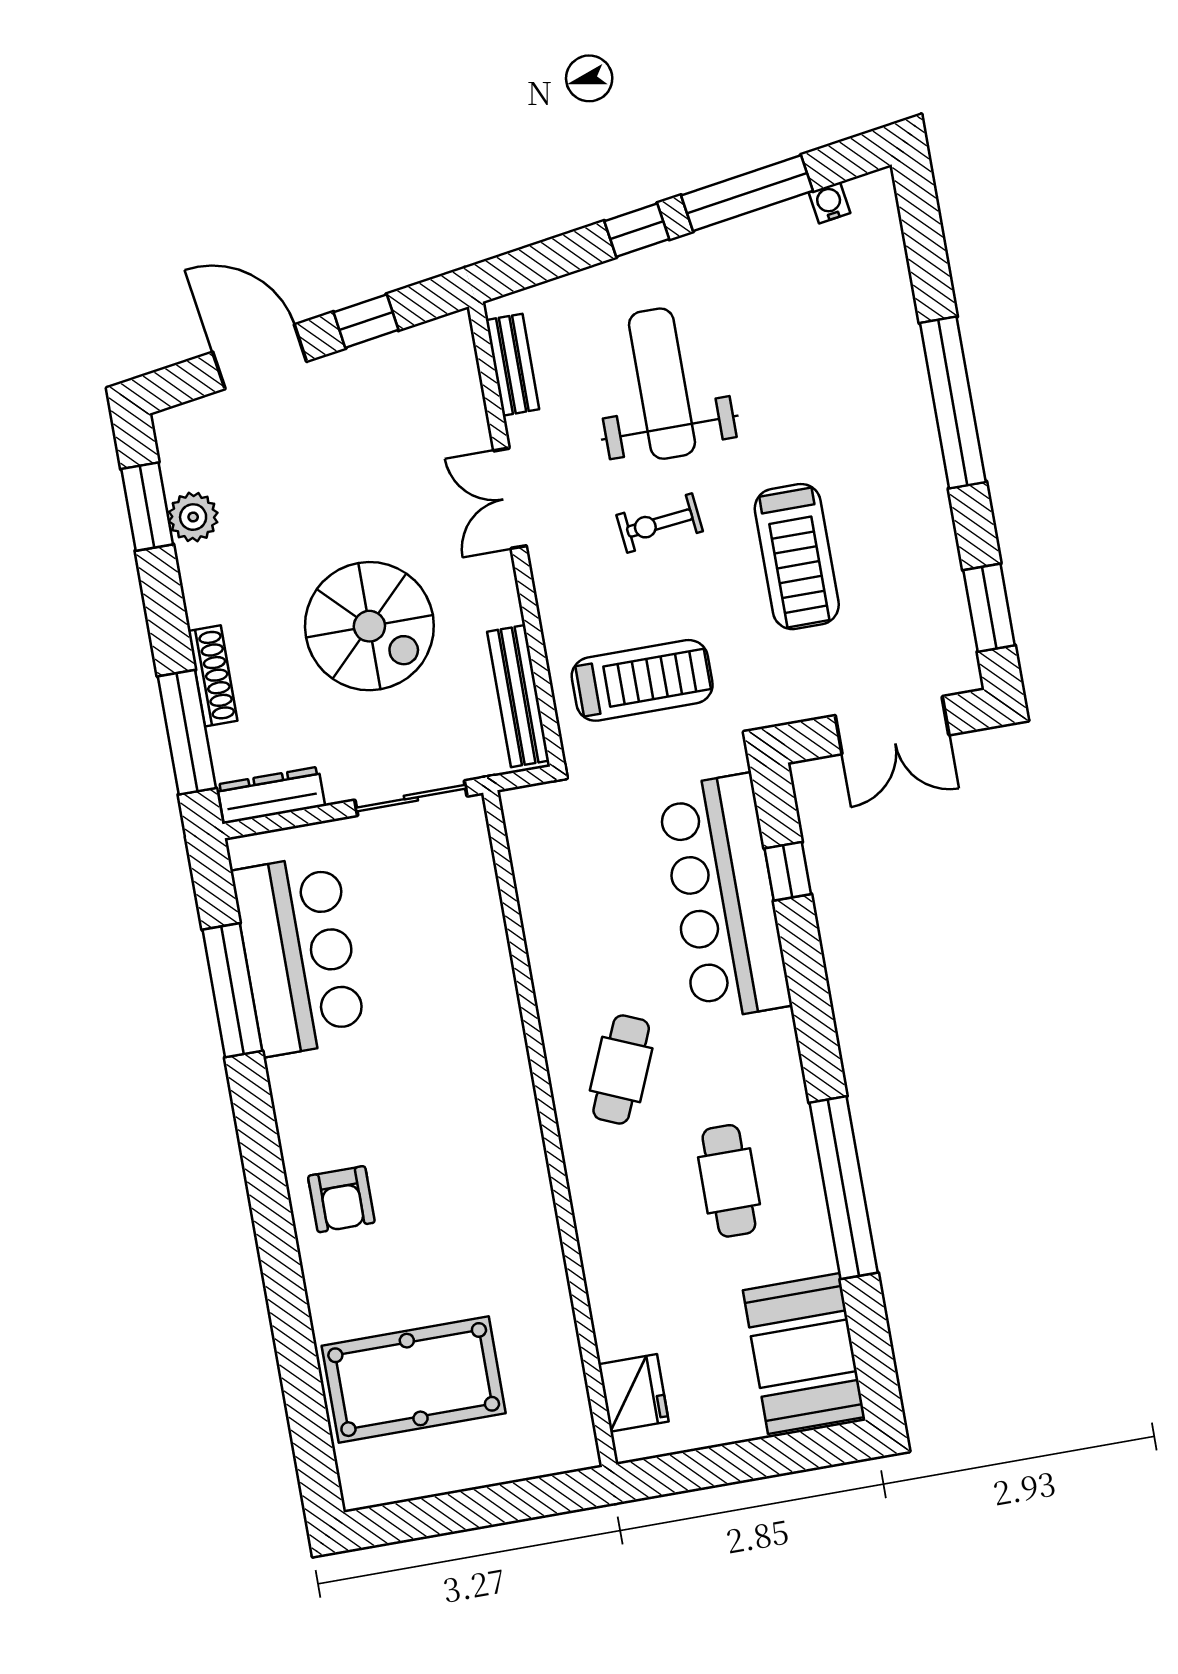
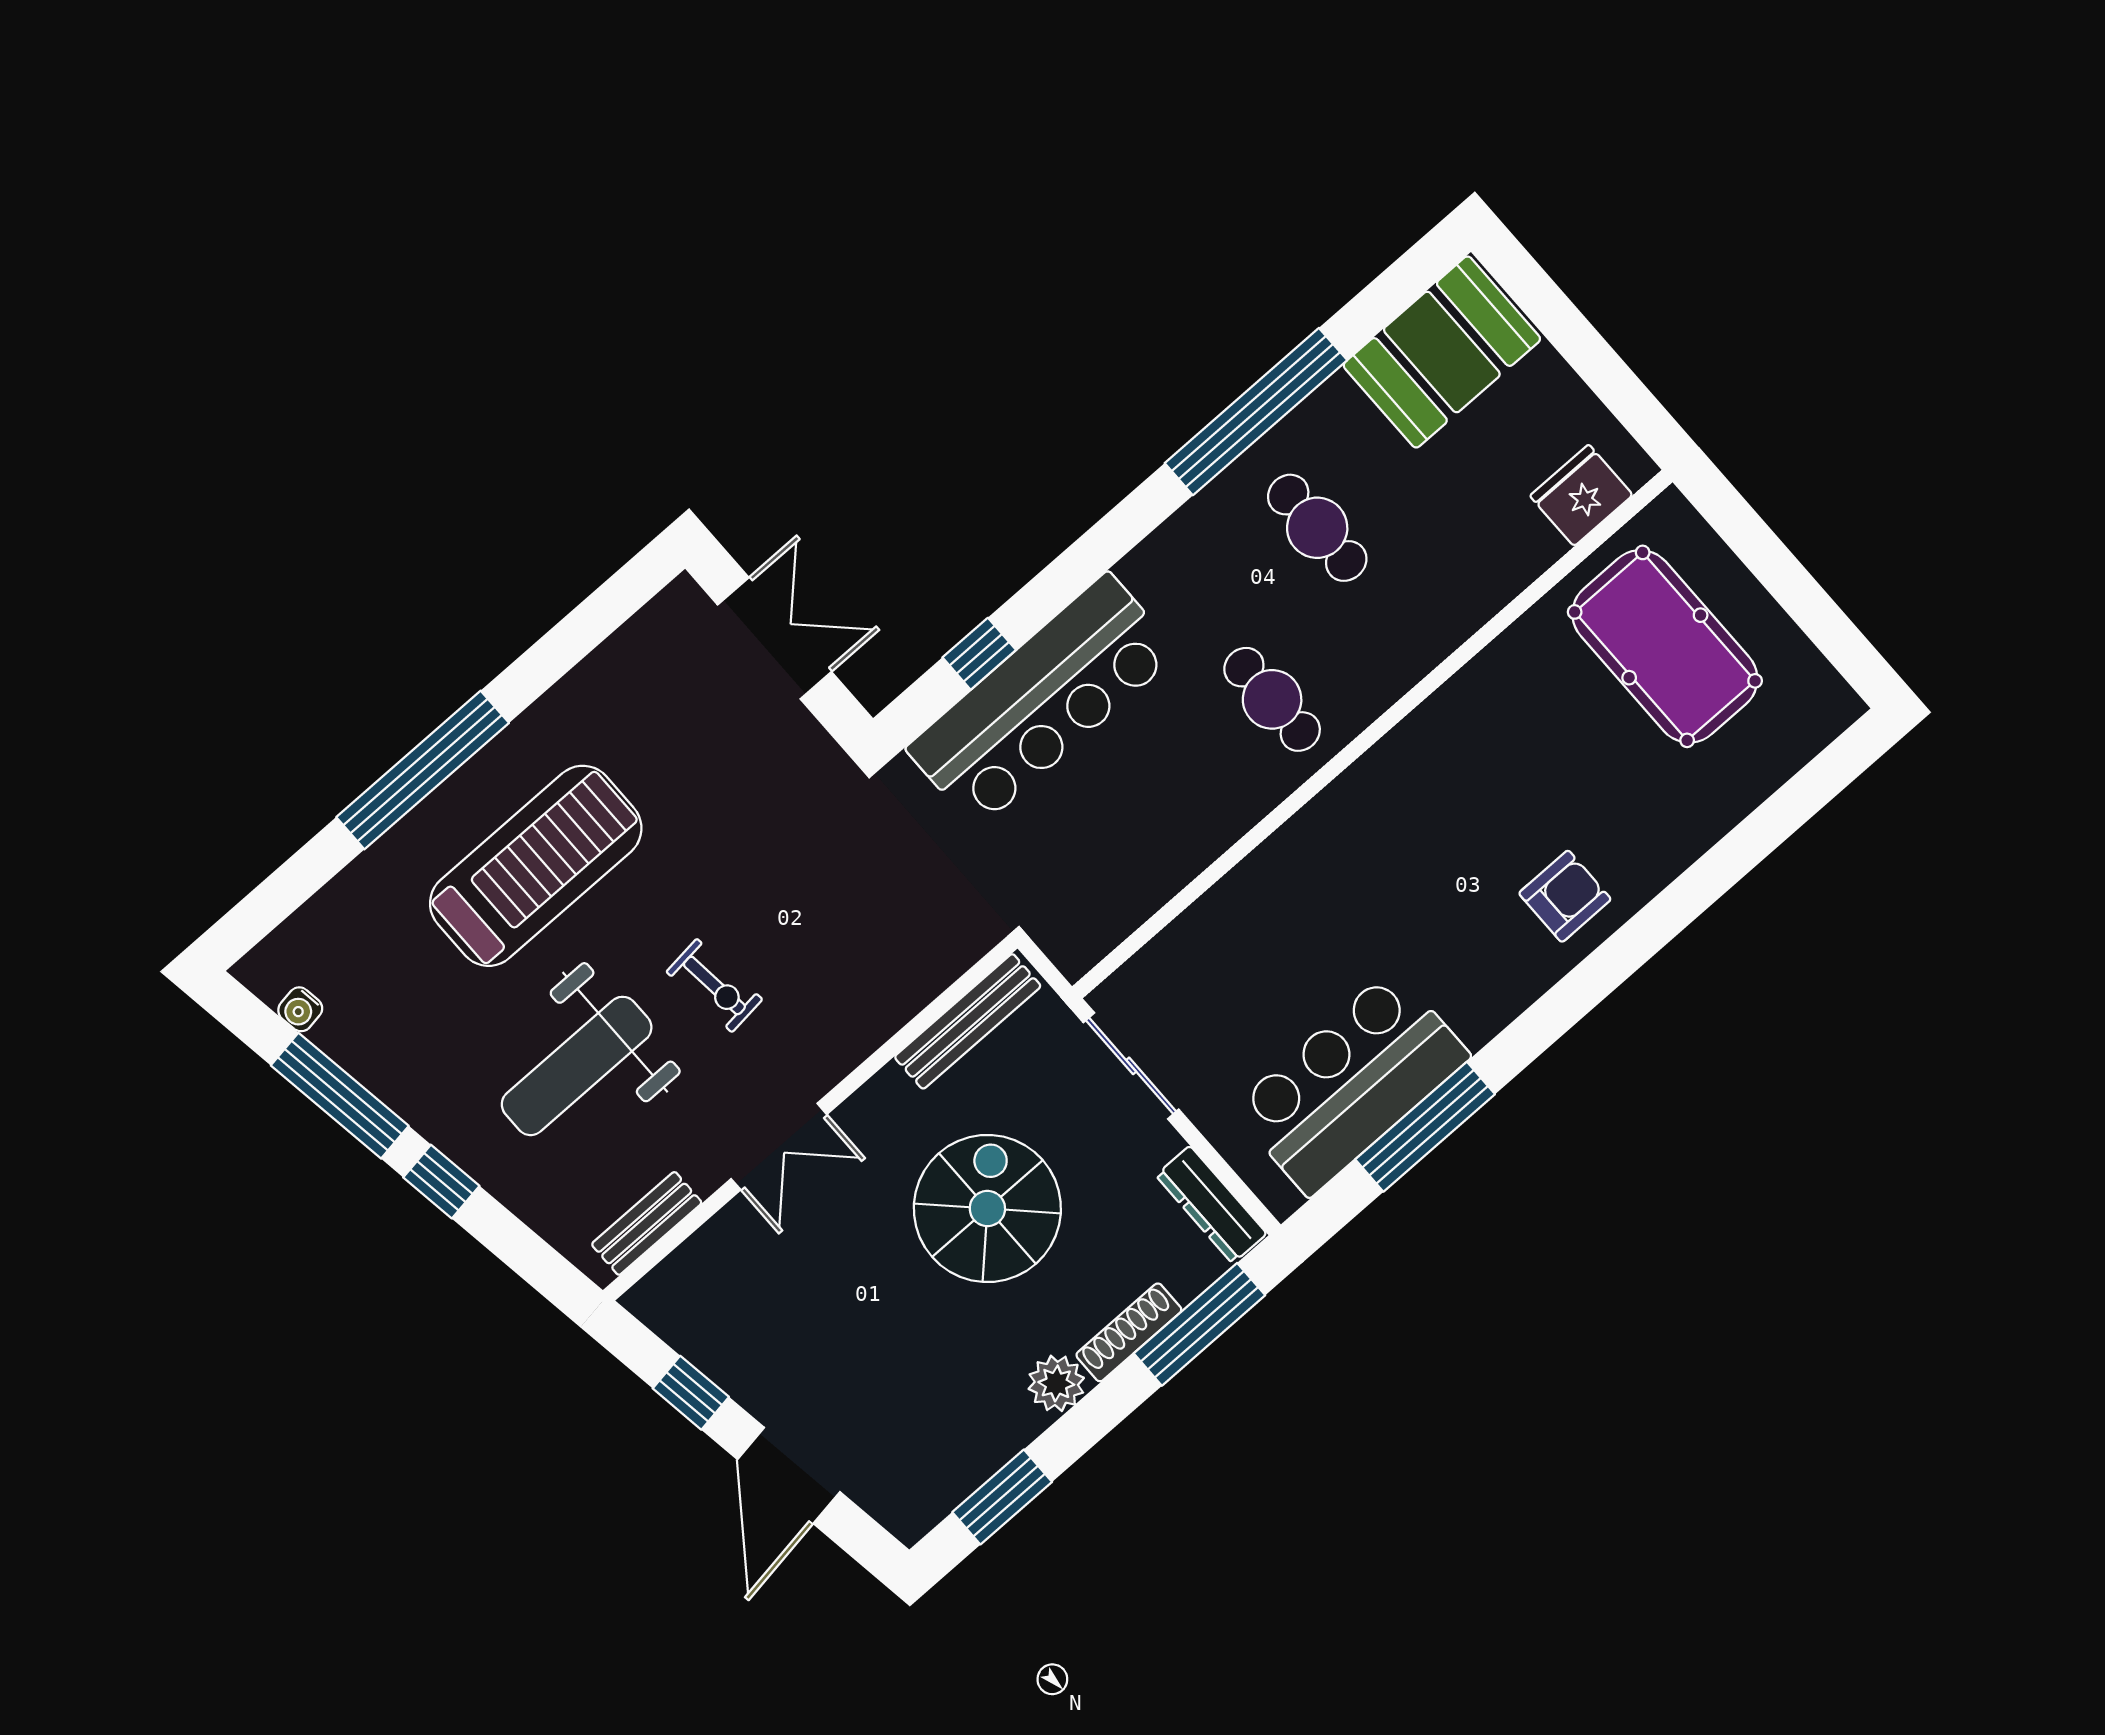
plant: (193, 517) -> (1056, 1383), moved
treadmill: (797, 557) -> (536, 866), moved, width x1.37, depth x1.38
window: (989, 608) -> (602, 613), removed
treadmill: (642, 680) -> (879, 909), removed
cafe table: (621, 1069) -> (1272, 699), turned 67
cafe table: (729, 1181) -> (1317, 528), turned 90
pool table: (414, 1380) -> (1665, 646), moved

